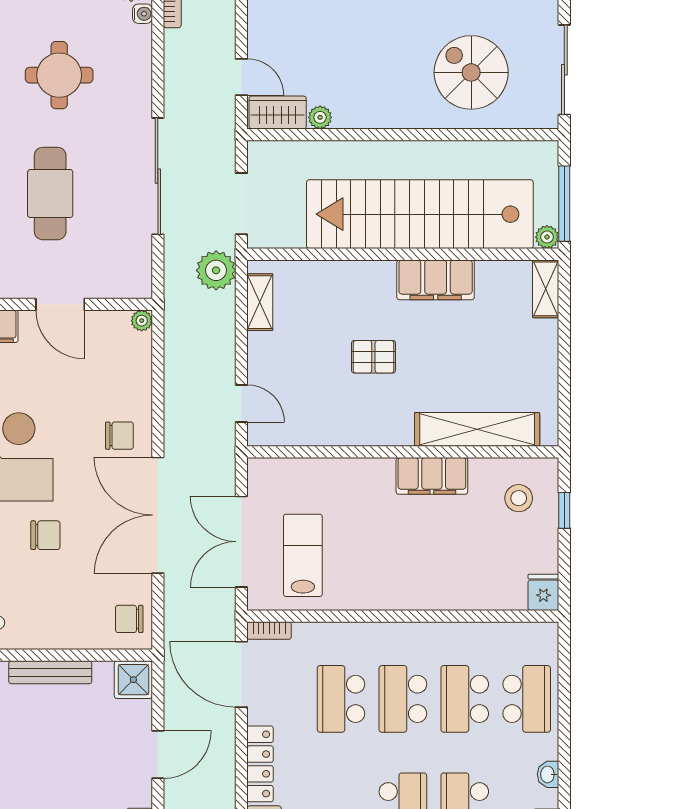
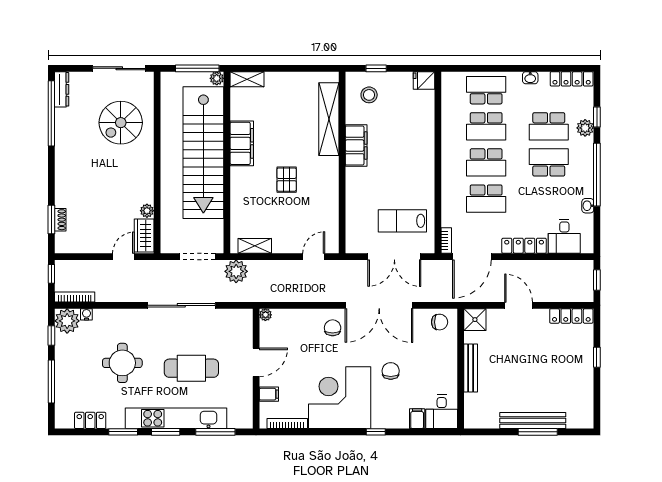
chair: (129, 619) -> (440, 322), turned -90

